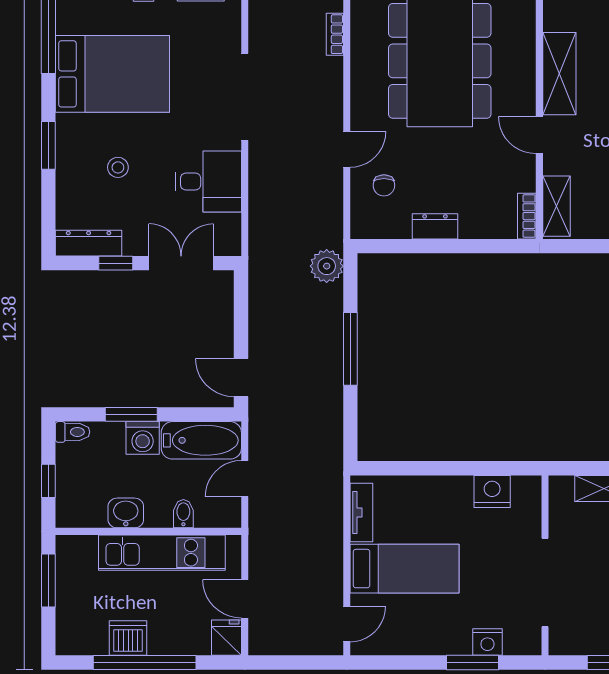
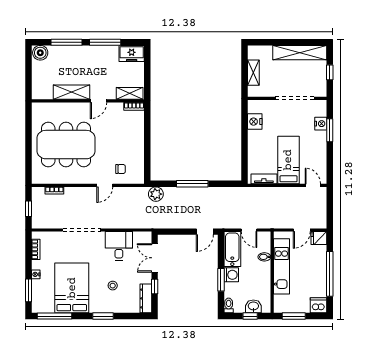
door: (347, 149) -> (105, 185), swing flipped
dresser: (435, 226) -> (139, 147), removed
washbasin: (126, 513) -> (253, 306), moved, turned 90
dishwasher: (128, 638) -> (318, 305), moved, turned 90

